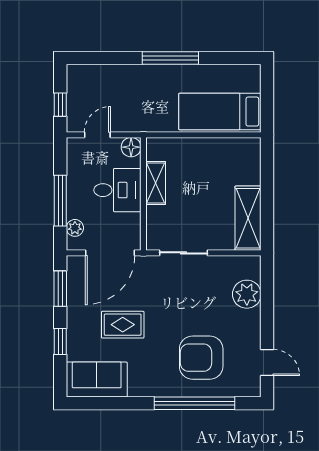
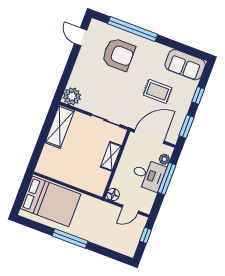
bed: (220, 112) -> (51, 201), width x1.50
shelving: (156, 183) -> (111, 156), moved
desk: (117, 190) -> (148, 175), moved, turned 180
plant: (247, 294) -> (72, 96), moved

